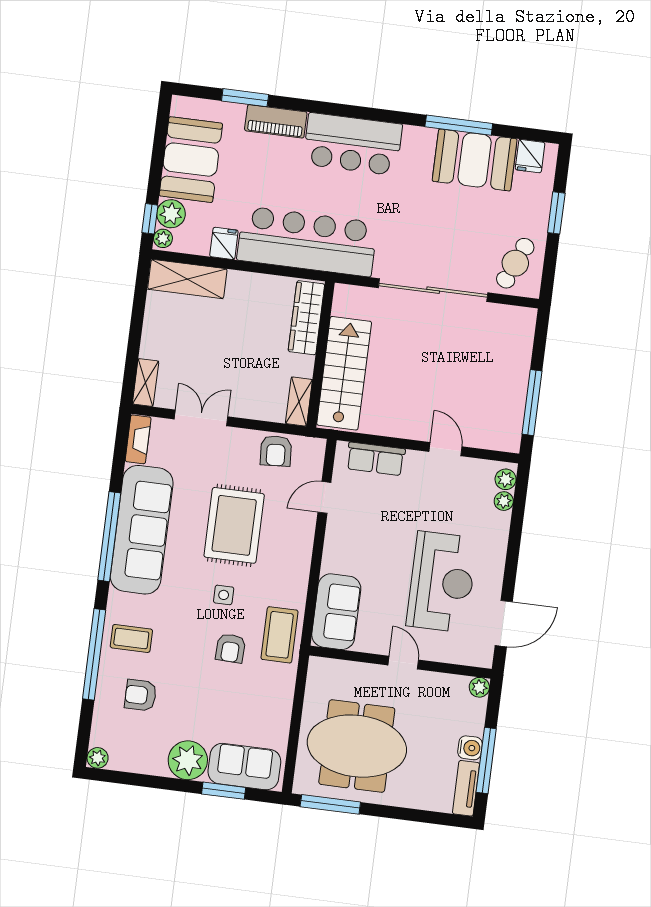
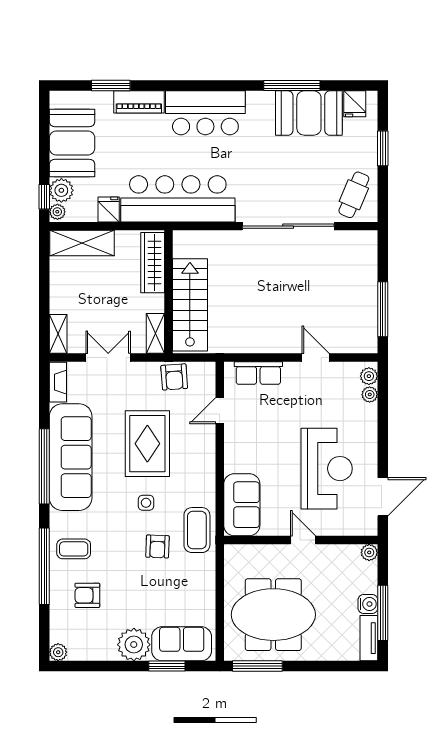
wardrobe: (306, 318) -> (153, 263), moved
wall: (321, 354) -> (168, 292), moved
stairs: (344, 373) -> (190, 305), moved
shelving: (299, 402) -> (155, 333), moved

